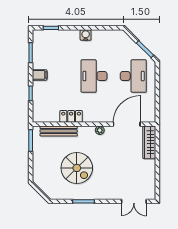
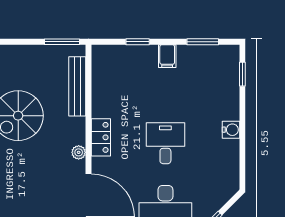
desk: (94, 76) -> (165, 143), width x0.73
locker: (71, 116) -> (101, 137), moved

